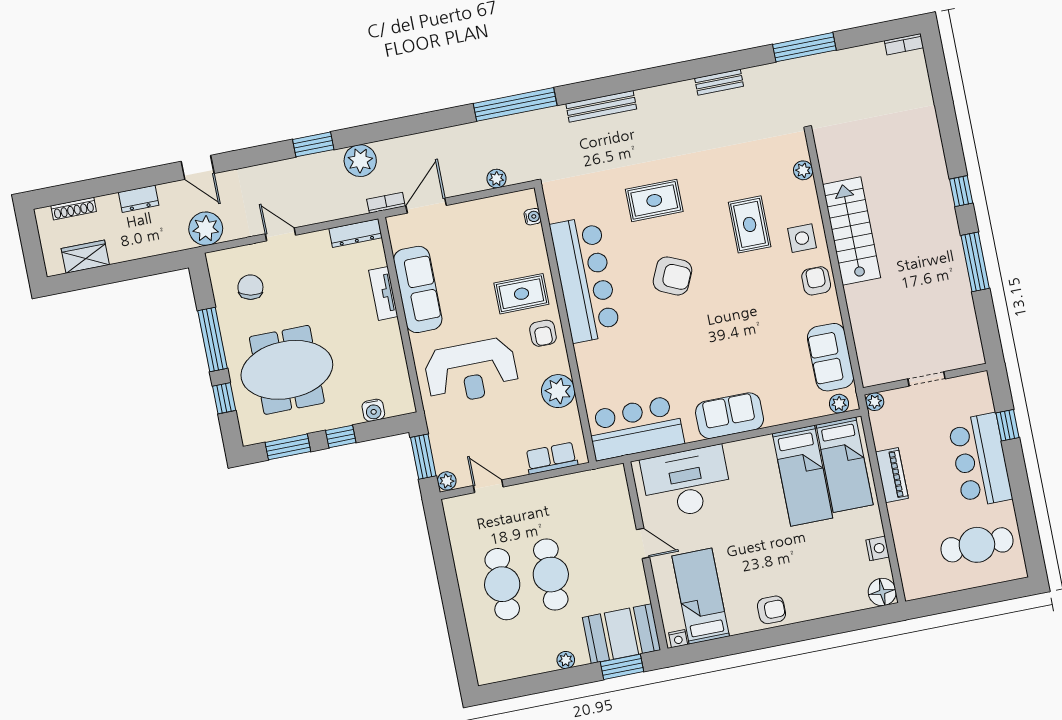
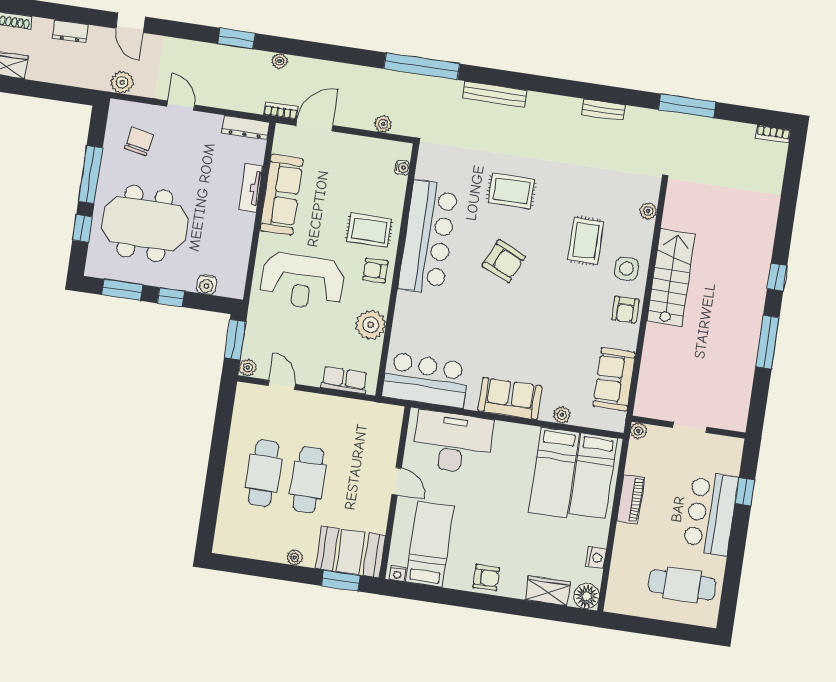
plant: (360, 161) -> (280, 61), width x0.53, depth x0.53
plant: (206, 229) -> (122, 82), width x0.73, depth x0.73
armchair: (816, 281) -> (625, 310), turned 180
armchair: (543, 333) -> (375, 271), turned 90
plant: (839, 404) -> (562, 415), moved
wardrobe: (840, 601) -> (548, 591), added

